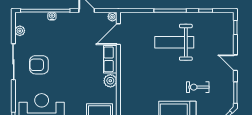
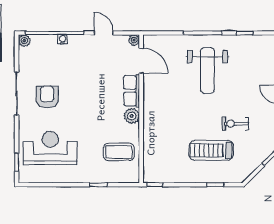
plant: (20, 31) -> (24, 41), moved
door: (118, 34) -> (141, 61), swing flipped
weight bench: (174, 42) -> (207, 70), turned -90
armchair: (39, 65) -> (47, 97), turned 90

